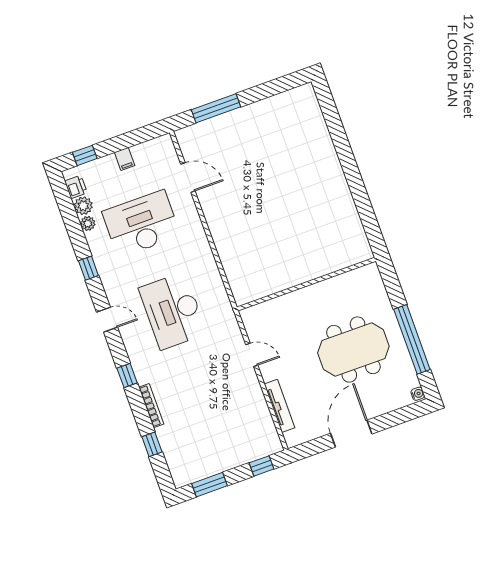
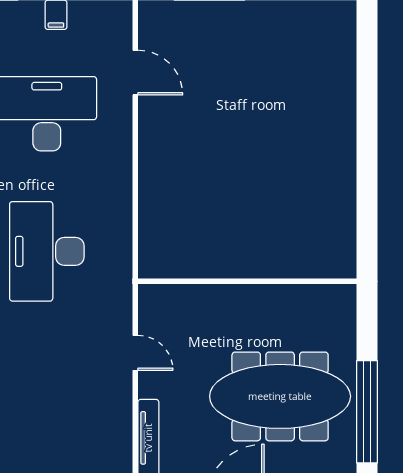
meeting table: (353, 350) -> (280, 396), width x1.36

